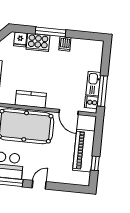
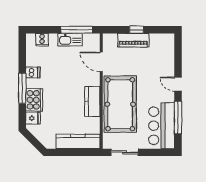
cooker: (91, 102) -> (42, 40), moved
door: (69, 112) -> (101, 62), swing flipped
piano: (84, 151) -> (133, 40), width x0.73, depth x0.75
window: (95, 163) -> (136, 30), moved

